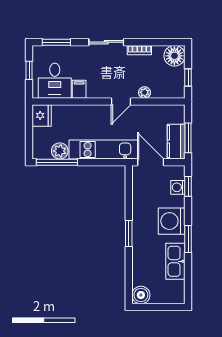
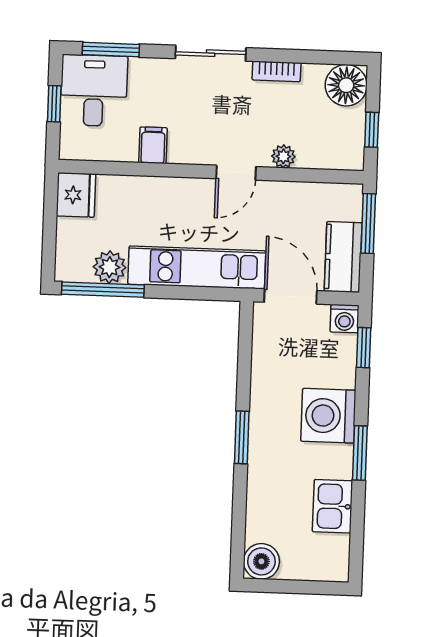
desk: (55, 81) -> (94, 91), moved, turned 180
window: (188, 138) -> (368, 223), moved
washing machine: (178, 187) -> (345, 319), moved, turned -90
kitchen sink: (175, 261) -> (332, 506), width x0.73

